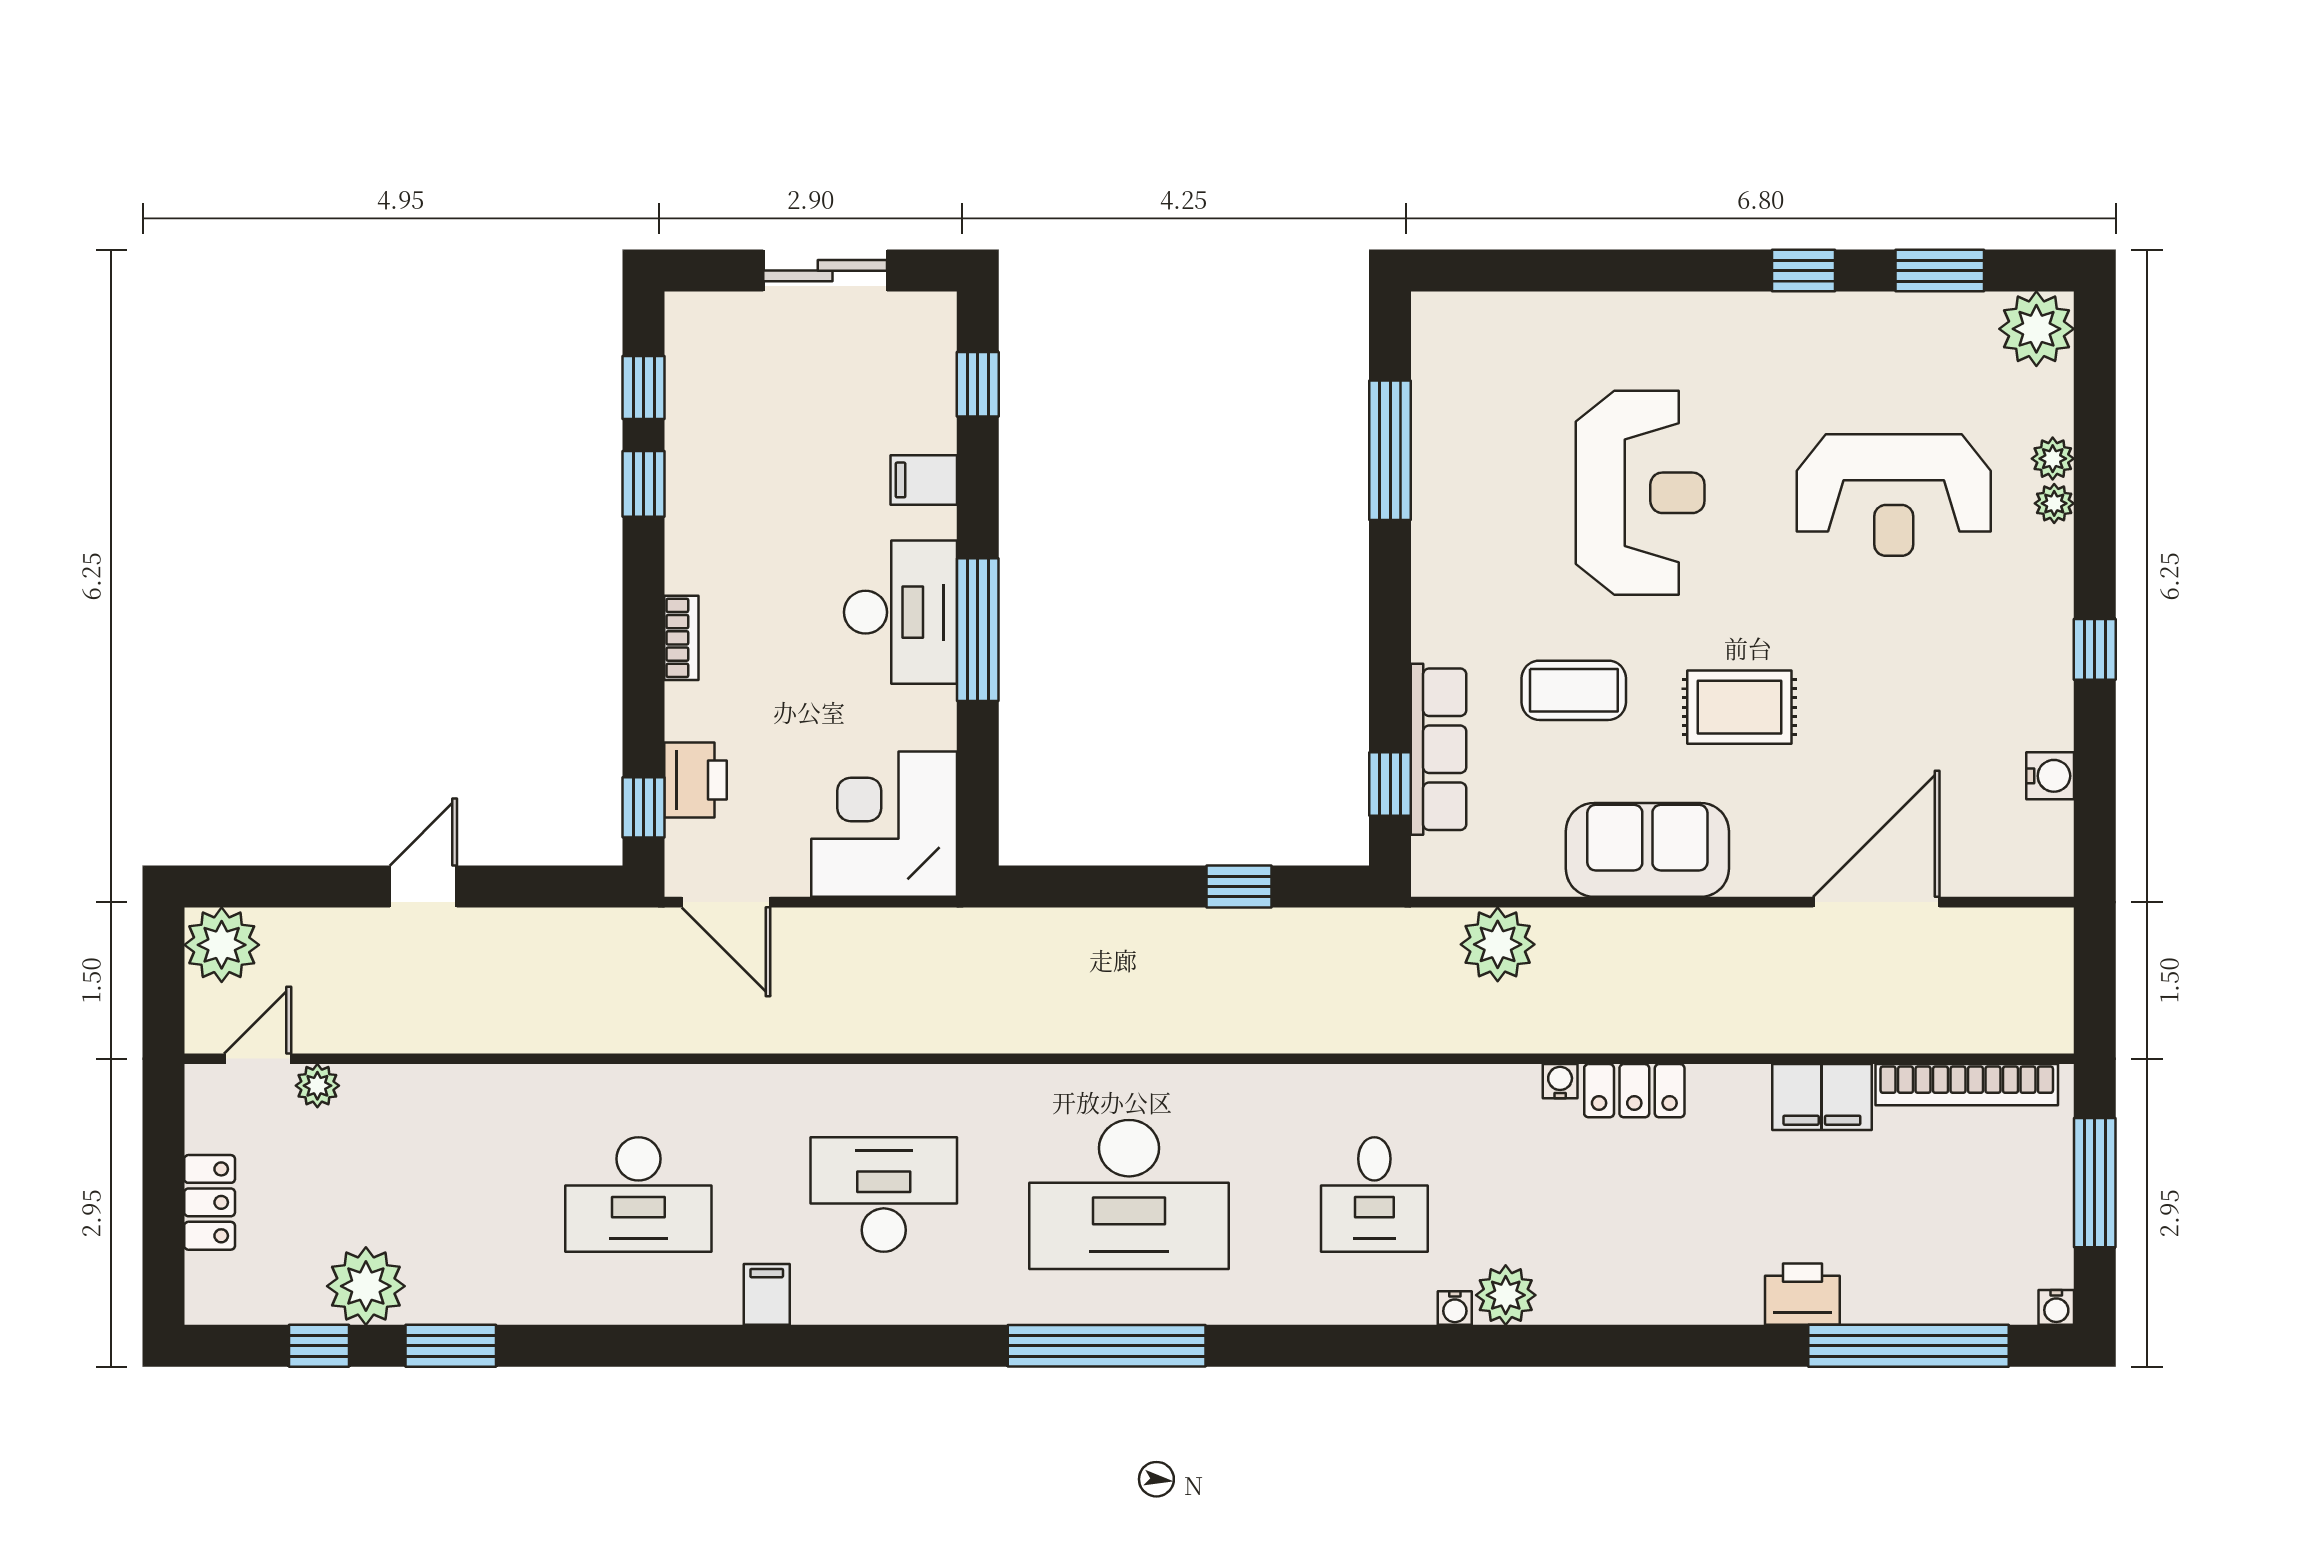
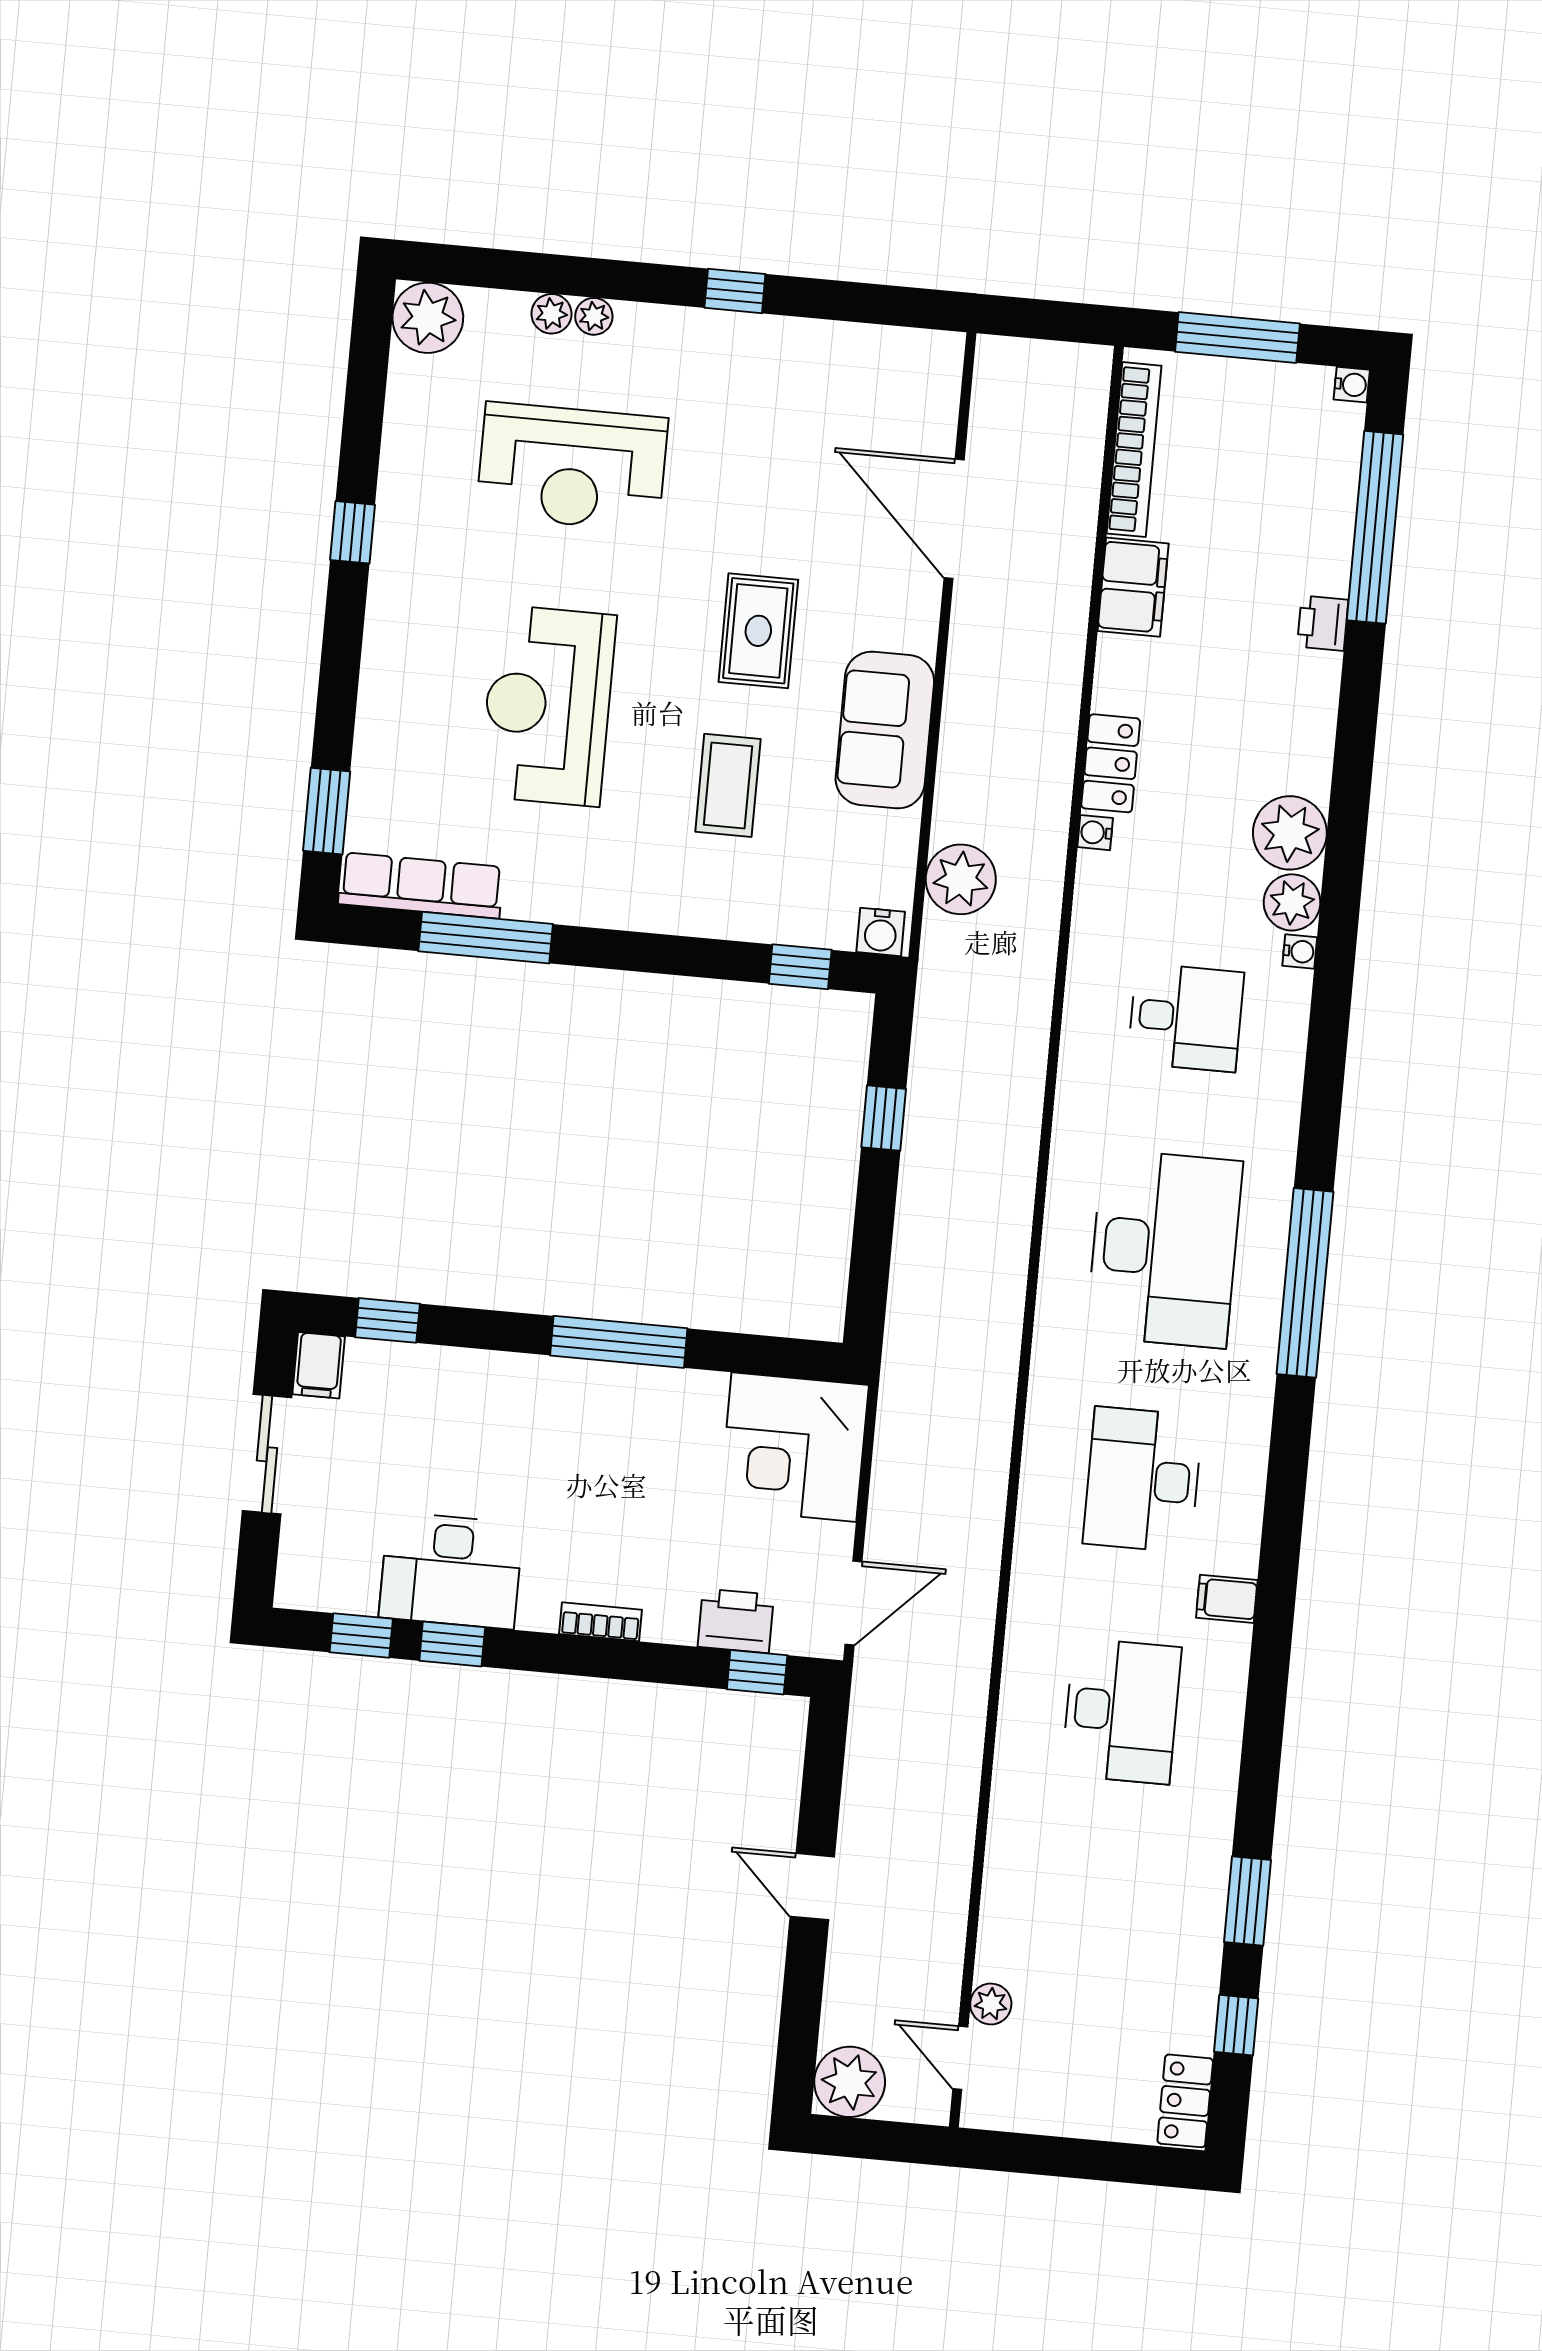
window: (1940, 271) -> (327, 811), moved
filing cabinet: (924, 480) -> (319, 1365), moved
reception desk: (1640, 493) -> (548, 706), turned -90
reception desk: (1894, 495) -> (572, 467), turned 90
desk: (900, 612) -> (451, 1570), moved, turned 180
row of seats: (1439, 749) -> (421, 885), moved
water cooler: (2050, 776) -> (881, 932), moved, turned 180
locker: (210, 1202) -> (1185, 2101), moved, turned -90
plant: (366, 1286) -> (1290, 833), moved
printer: (1802, 1294) -> (1323, 623), width x0.73, depth x0.81

